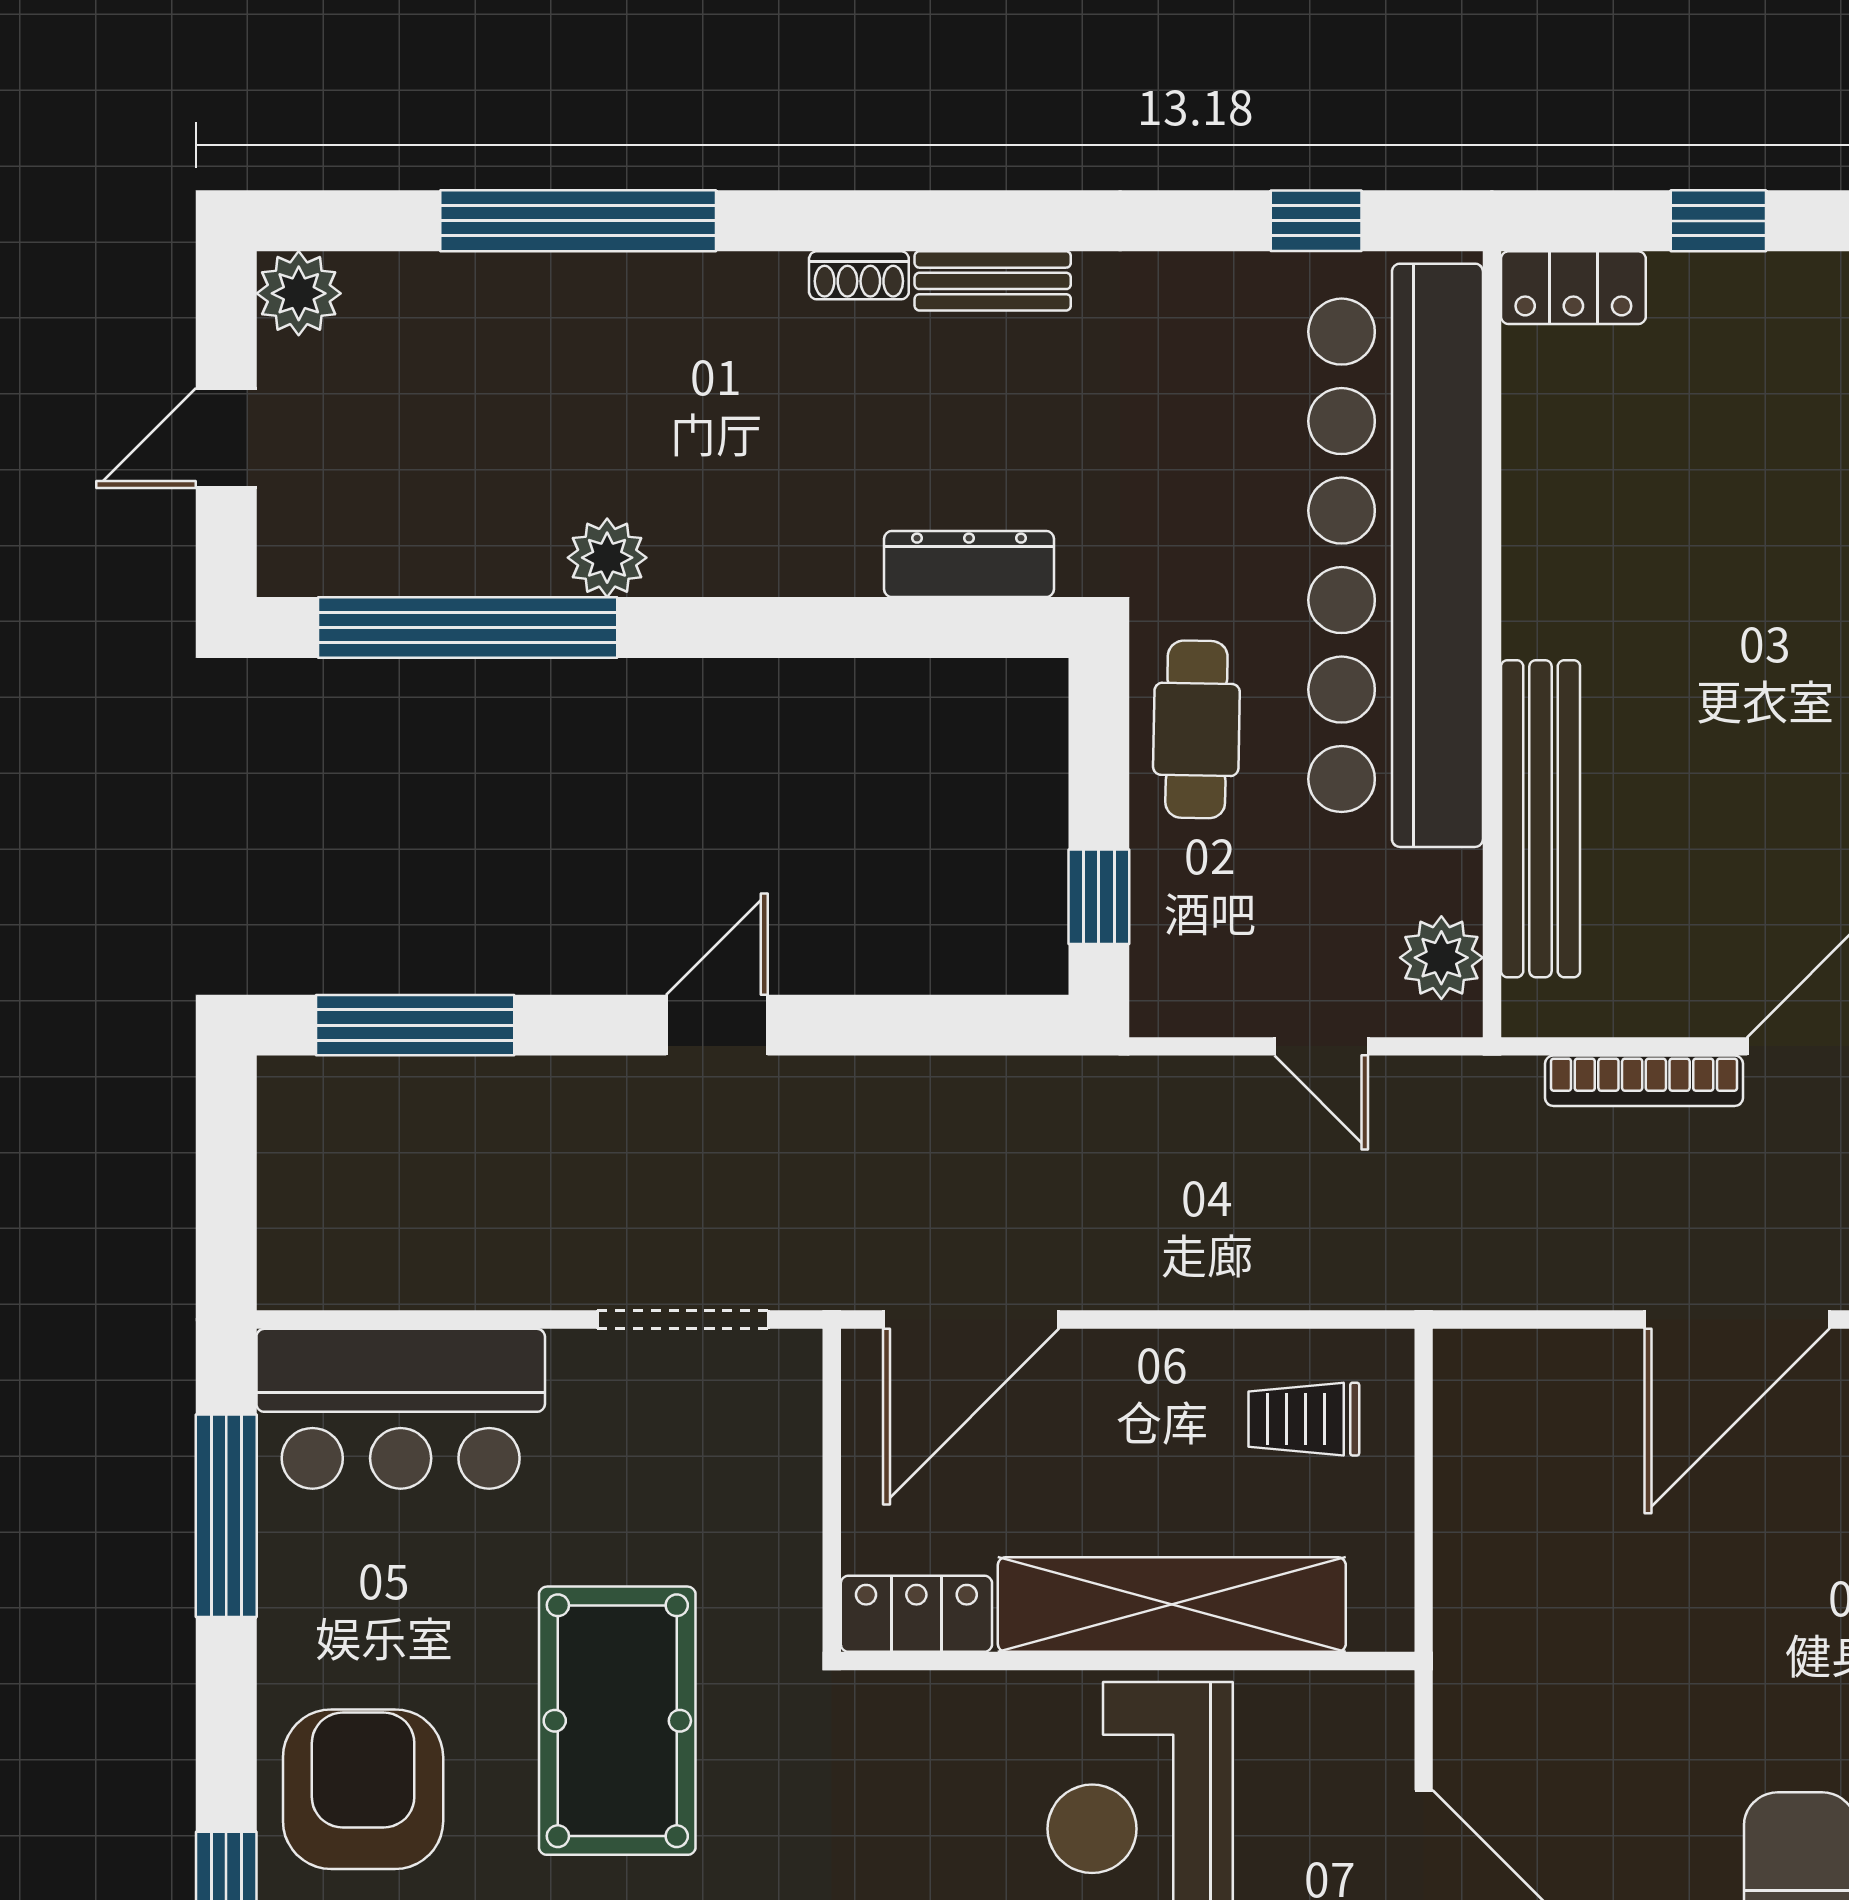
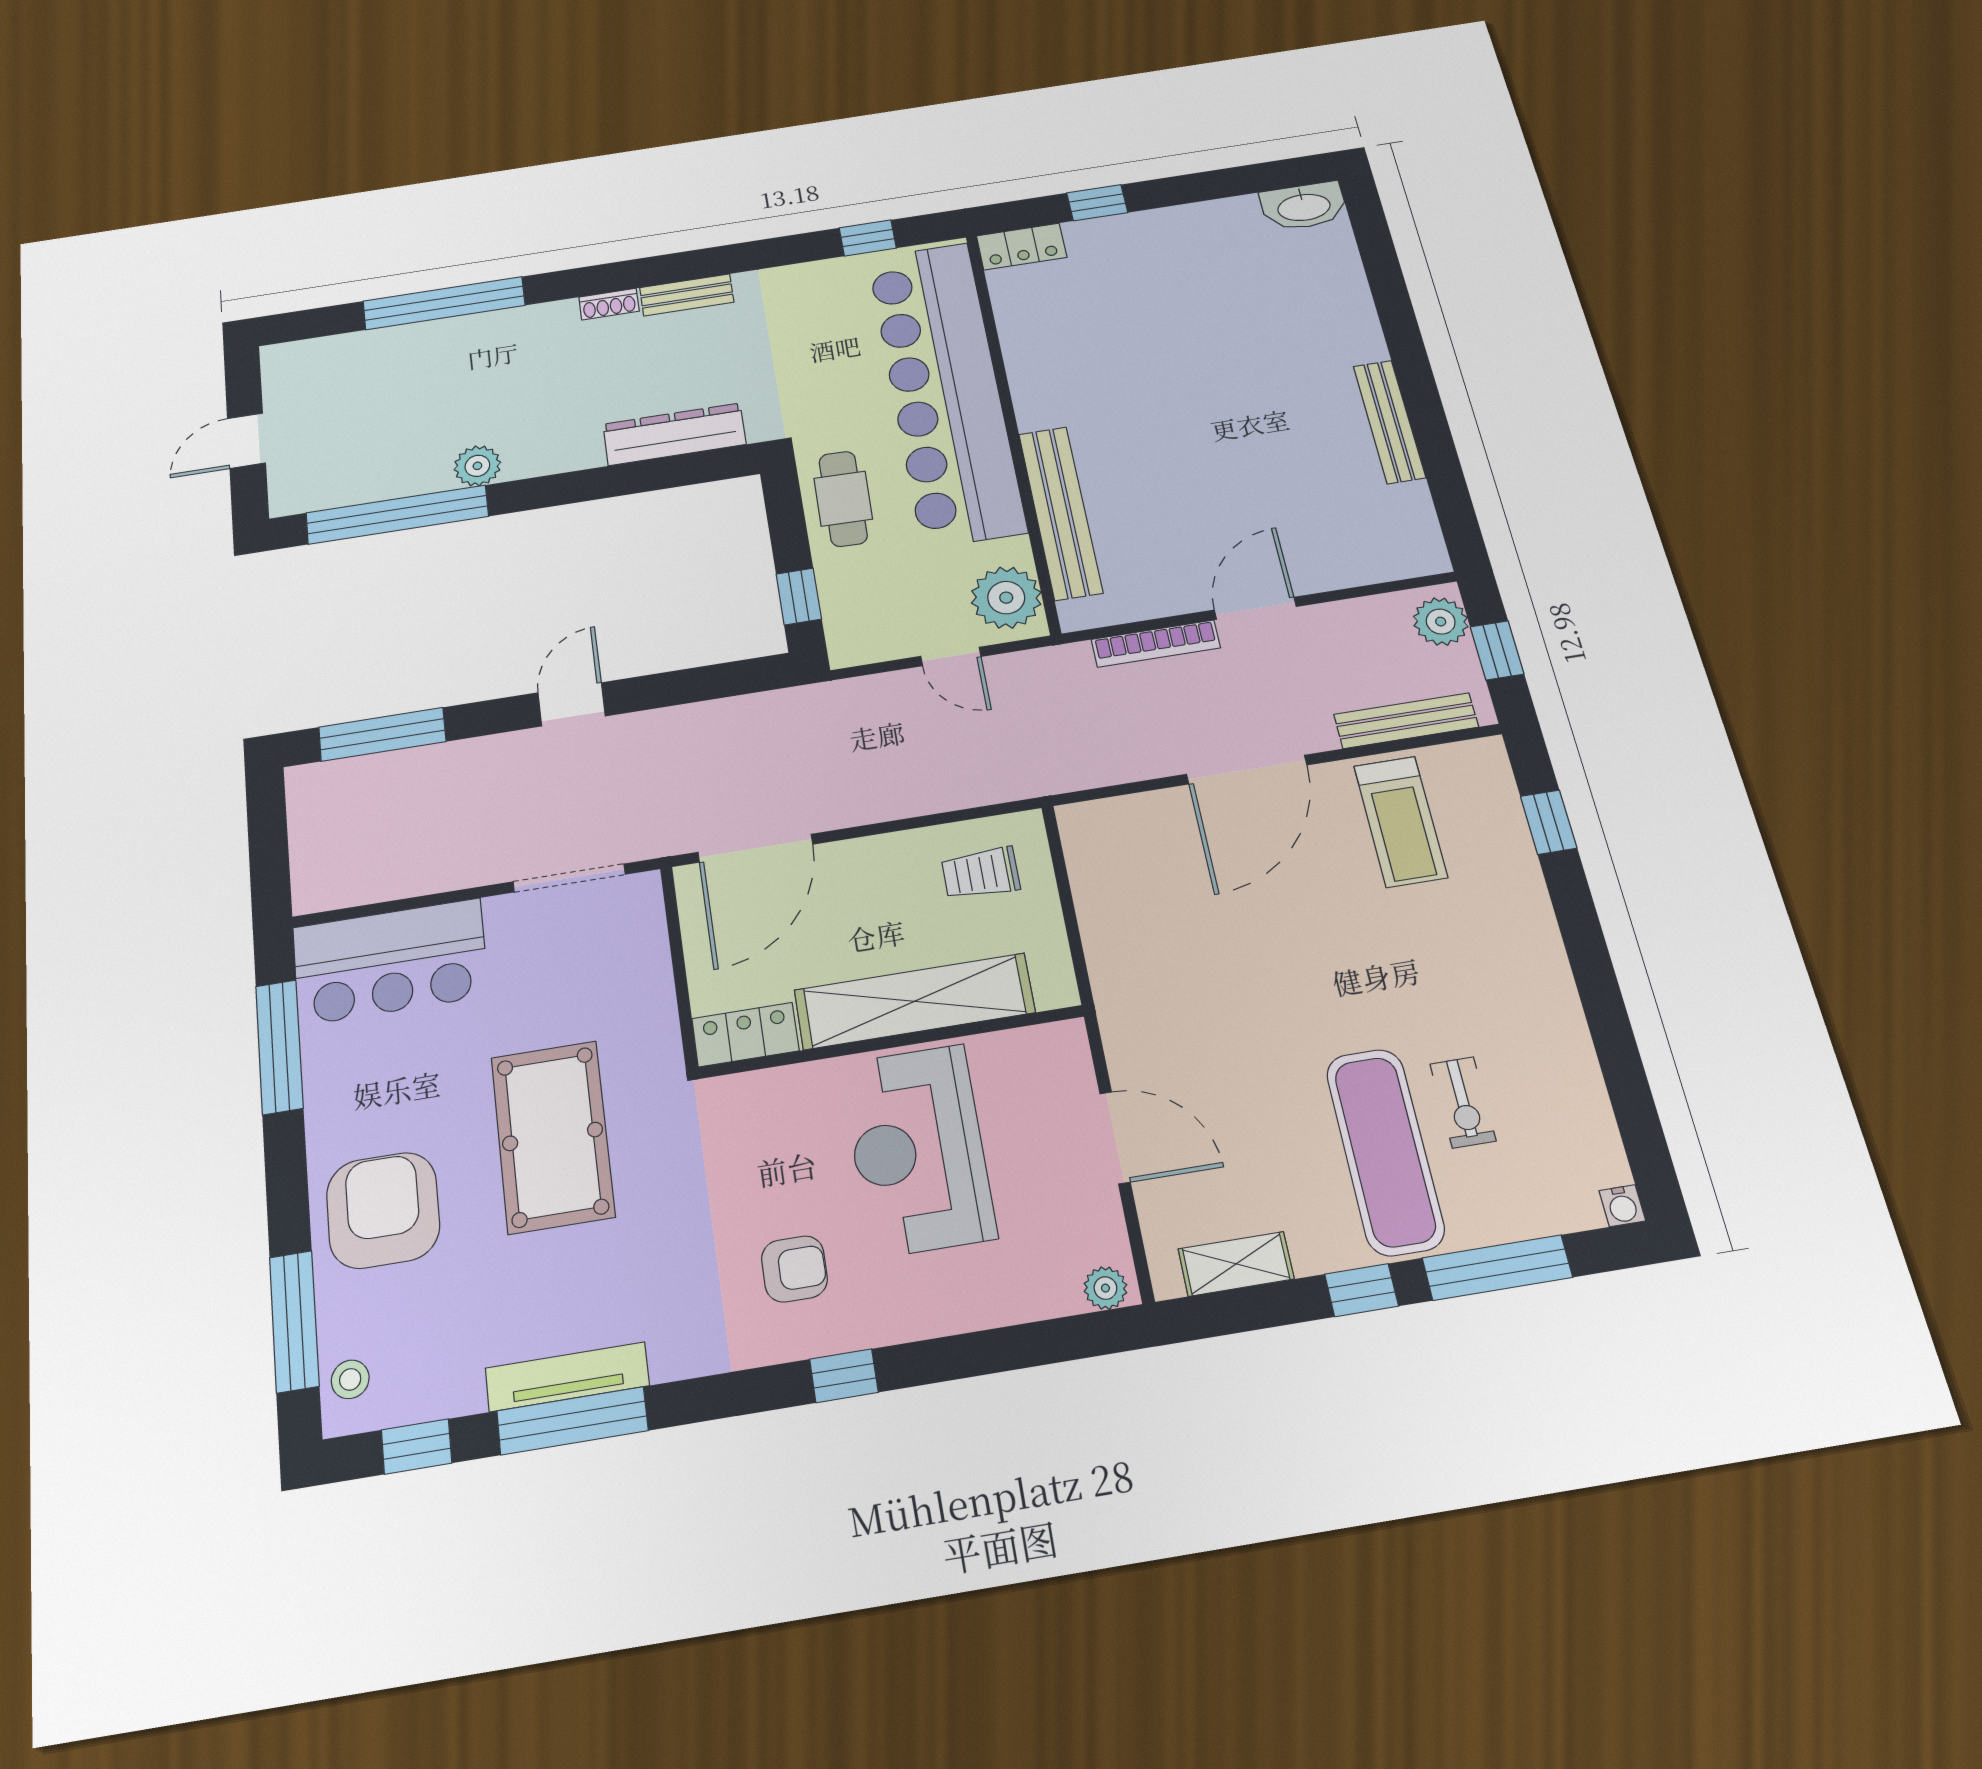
plant: (299, 293) -> (285, 363), removed
dresser: (969, 564) -> (674, 434), width x1.37, depth x1.24
plant: (1441, 958) -> (1006, 598), width x1.36, depth x1.36

